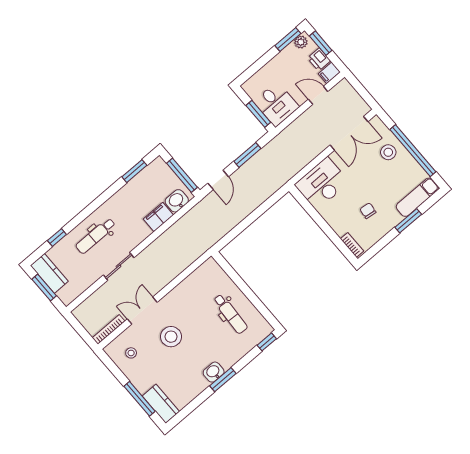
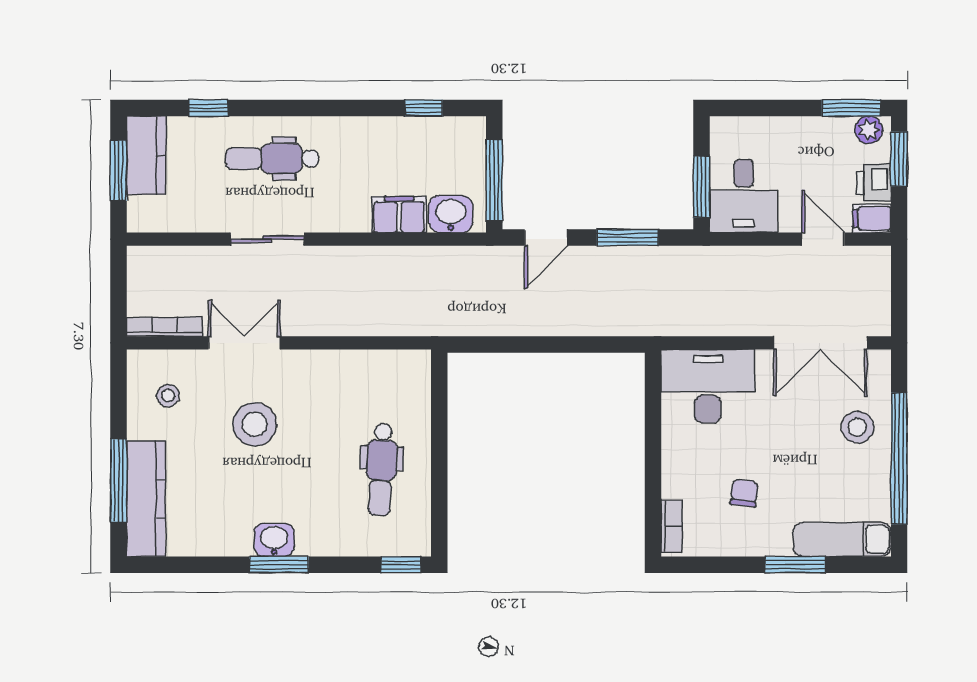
window: (134, 171) -> (424, 108), width x0.67
kitchen counter: (161, 404) -> (146, 499), width x1.50

